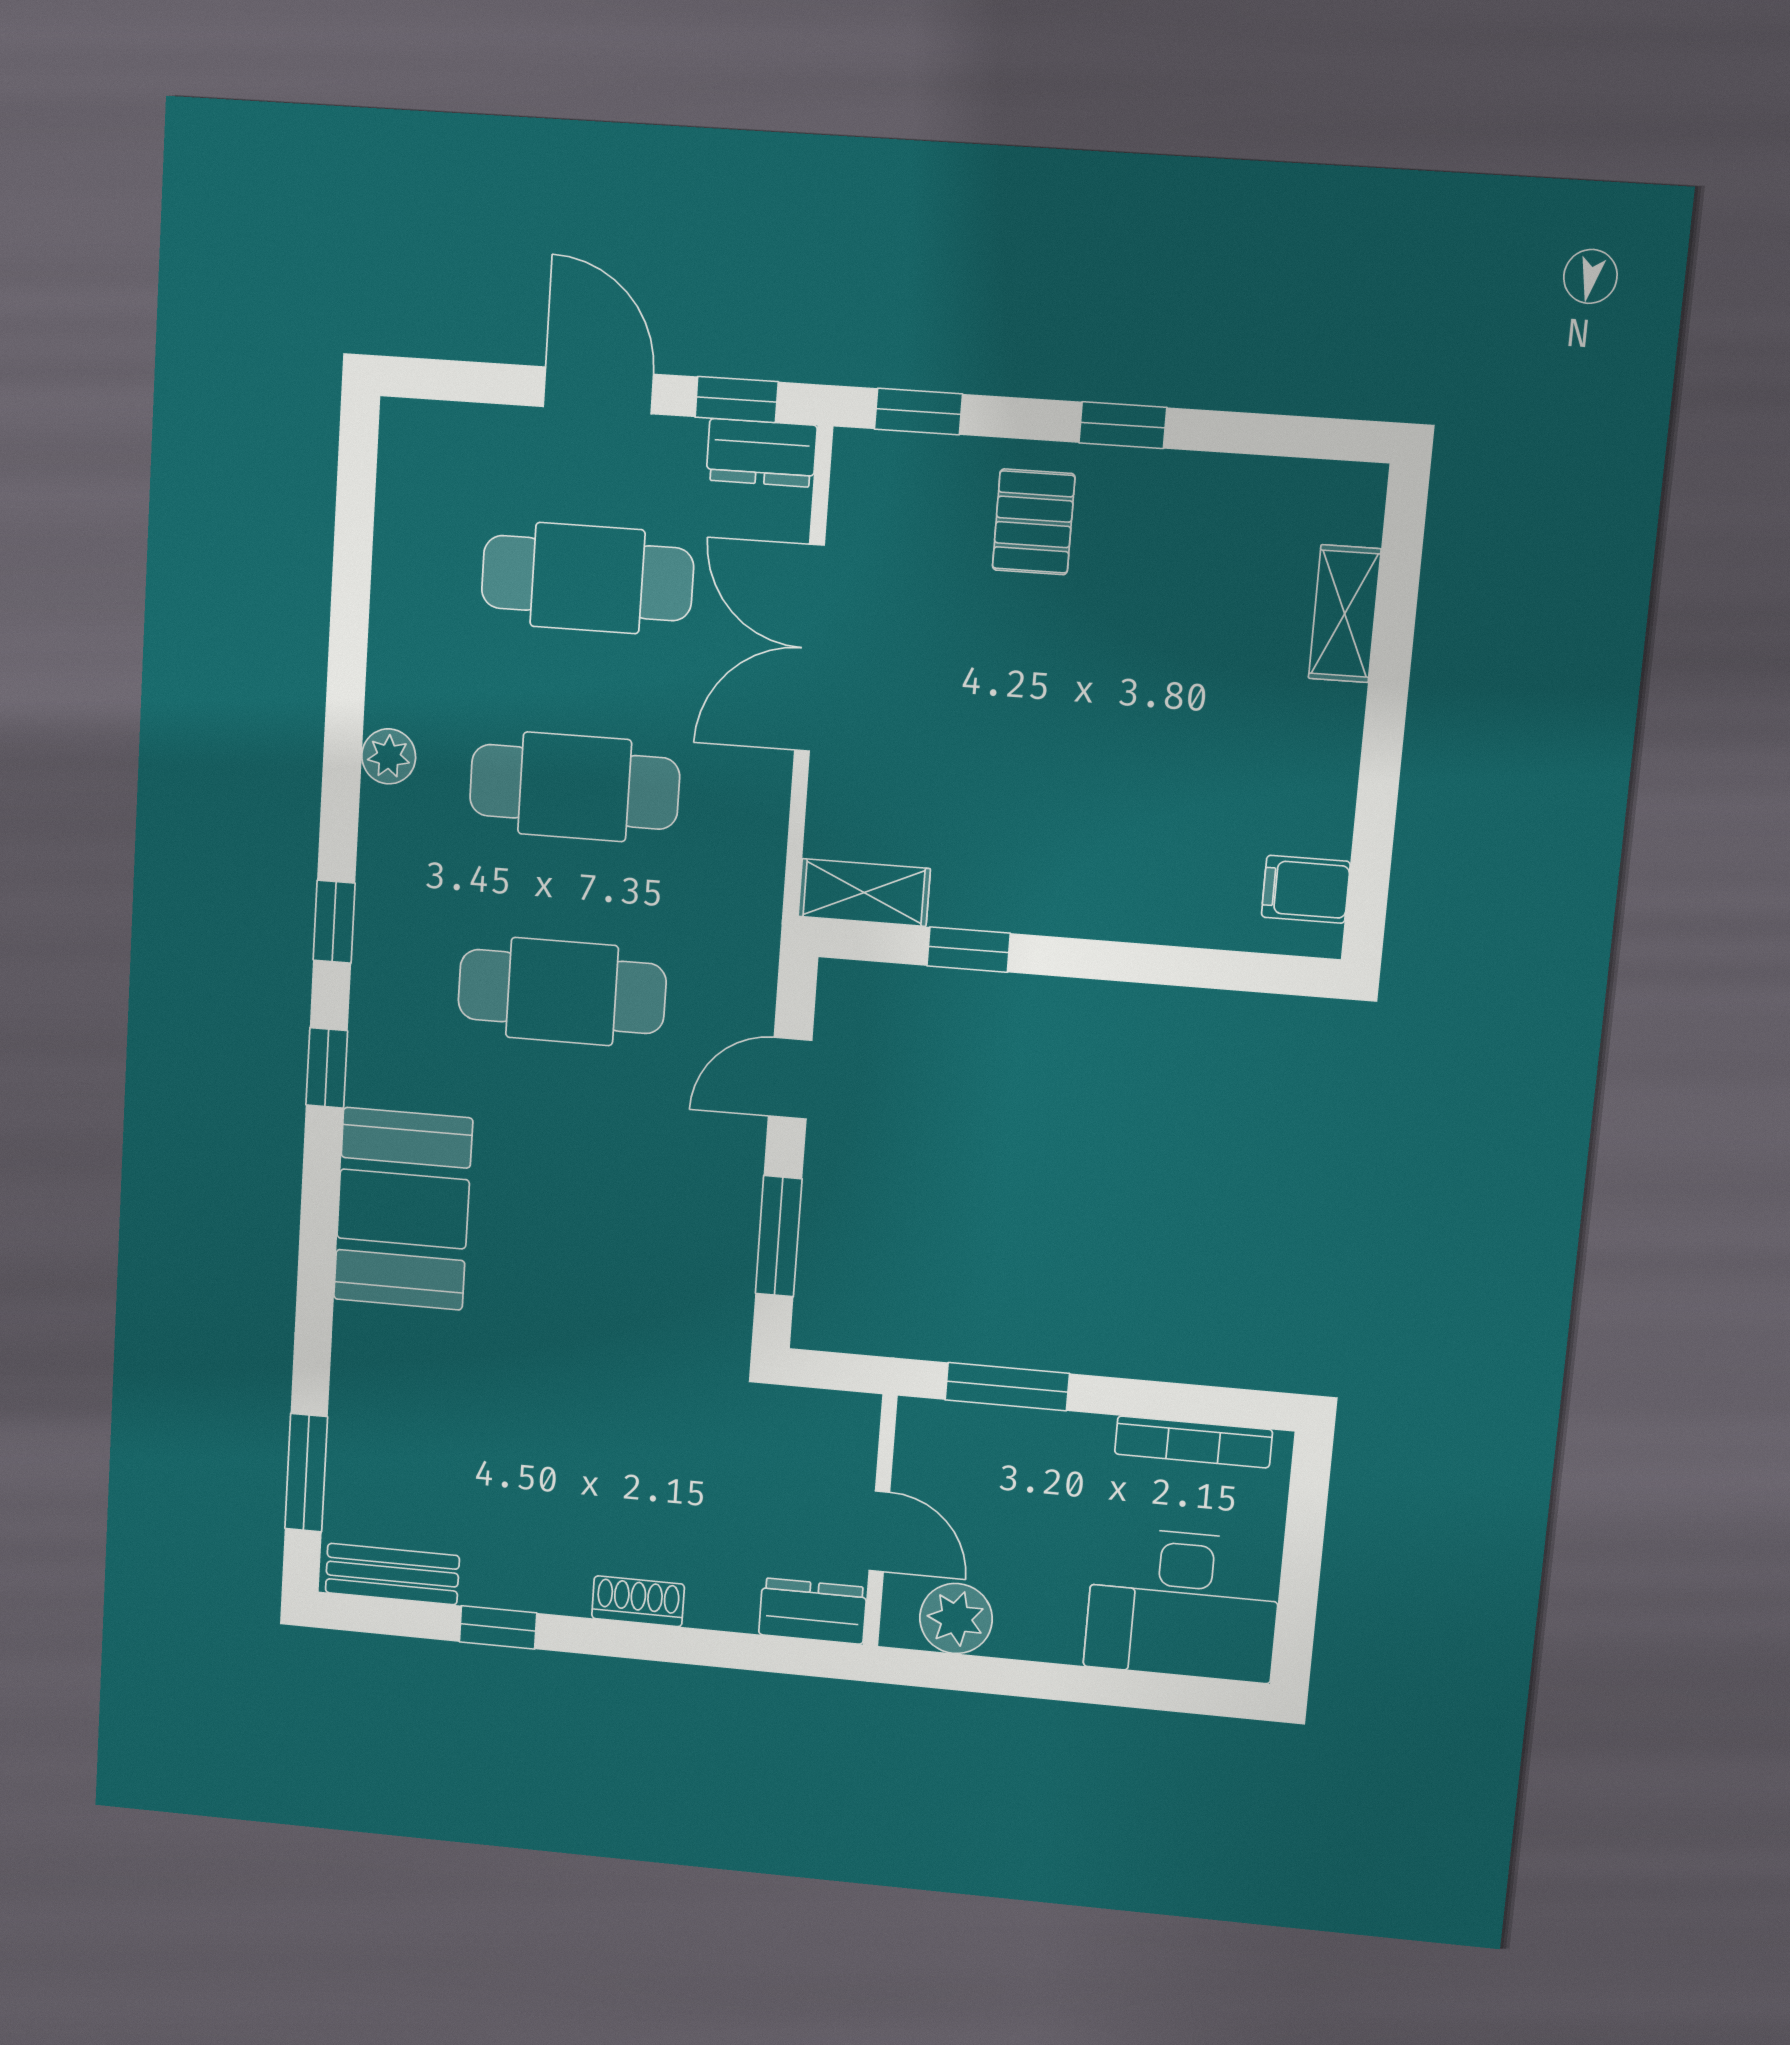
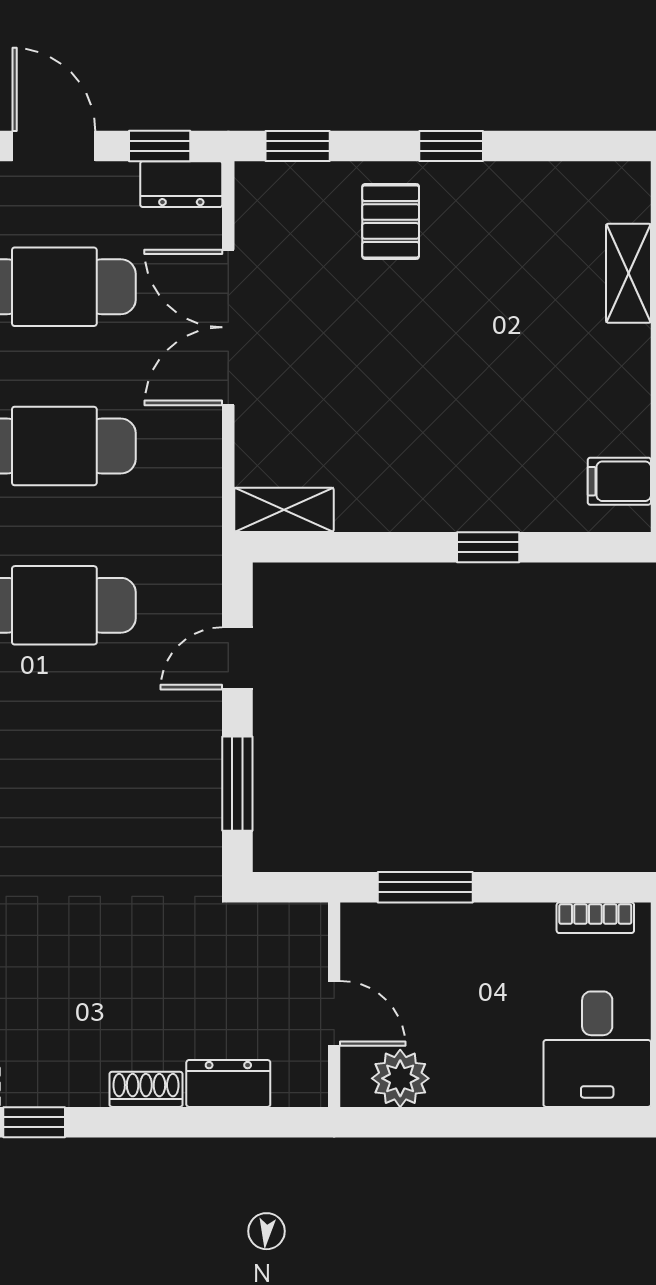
window: (969, 950) -> (488, 547), moved
bookcase: (1193, 1442) -> (595, 918), width x0.64
desk: (1183, 1604) -> (597, 1049), width x0.73
dresser: (813, 1611) -> (228, 1083), moved

